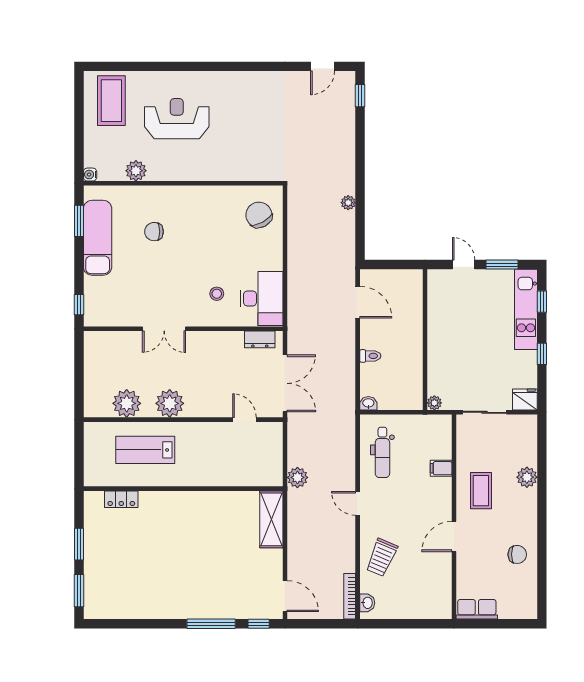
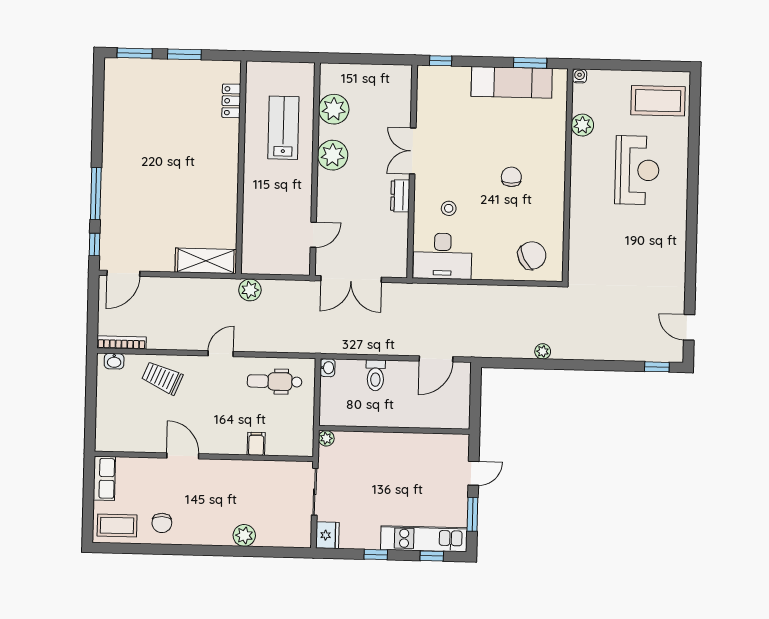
chair: (154, 232) -> (511, 177), moved
dresser: (260, 339) -> (400, 196), moved
toilet: (370, 356) -> (375, 375), width x1.37, depth x1.39
coffee table: (481, 491) -> (117, 526), moved

